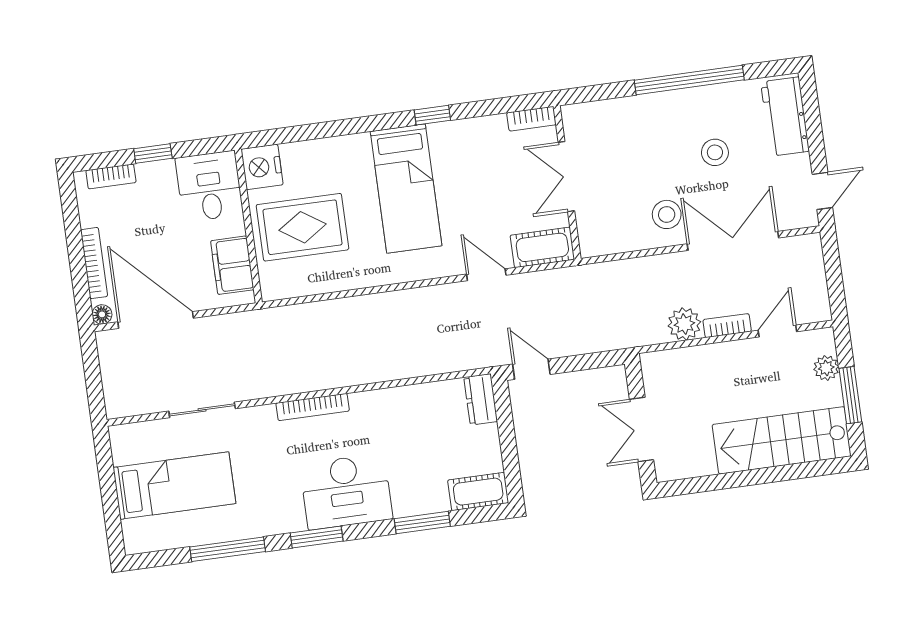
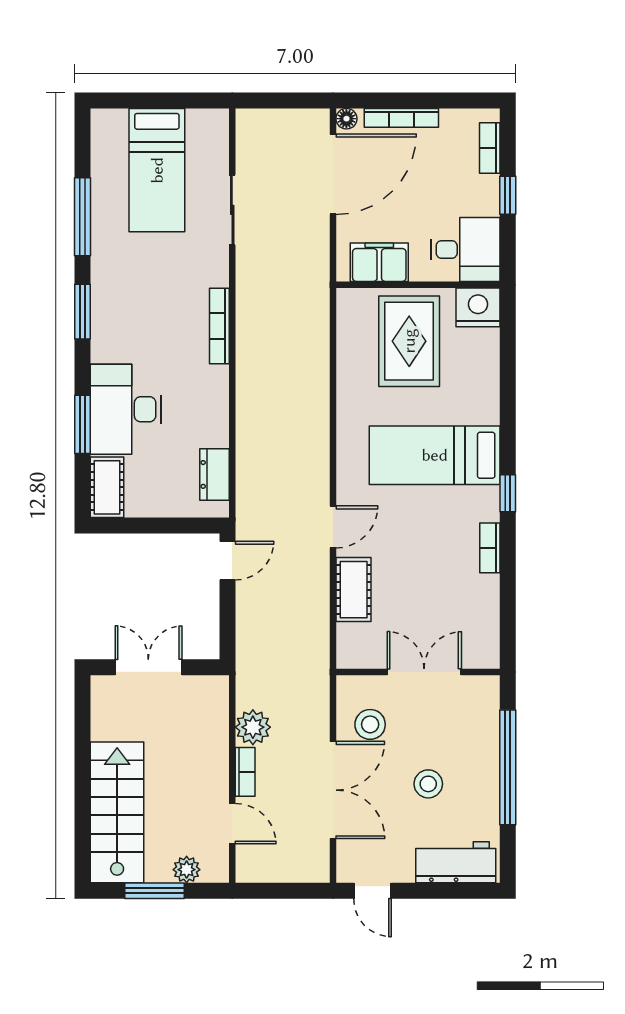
bookcase: (531, 119) -> (490, 548), moved
double door: (566, 177) -> (424, 672), moved
wall: (567, 182) -> (418, 672), moved
dresser: (481, 399) -> (214, 474), moved, turned -90
desk: (346, 492) -> (126, 409), moved

